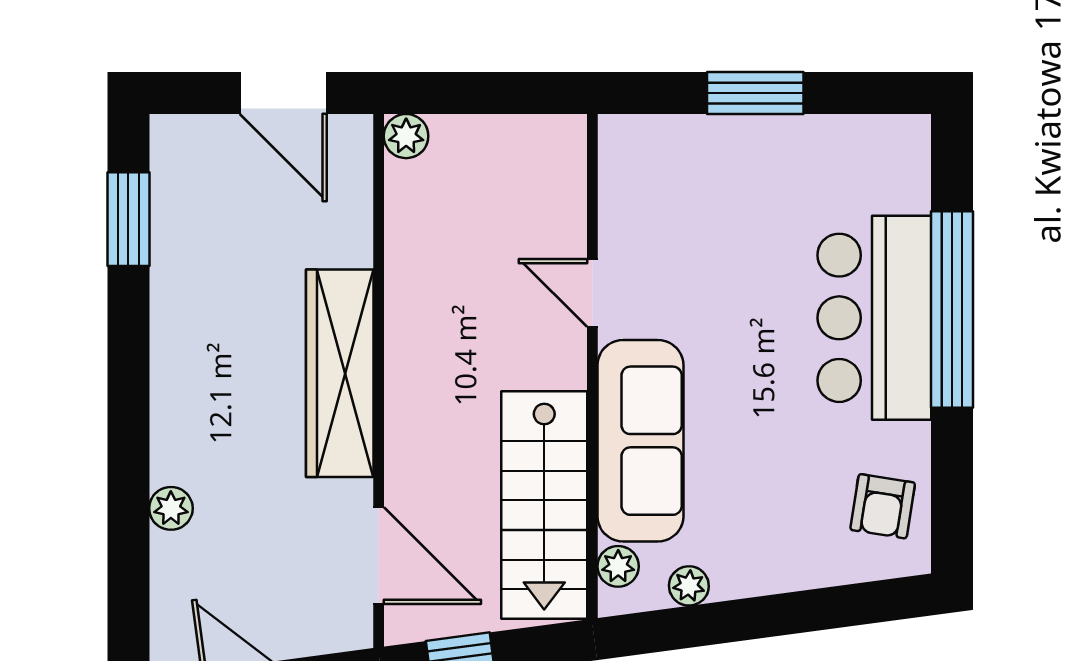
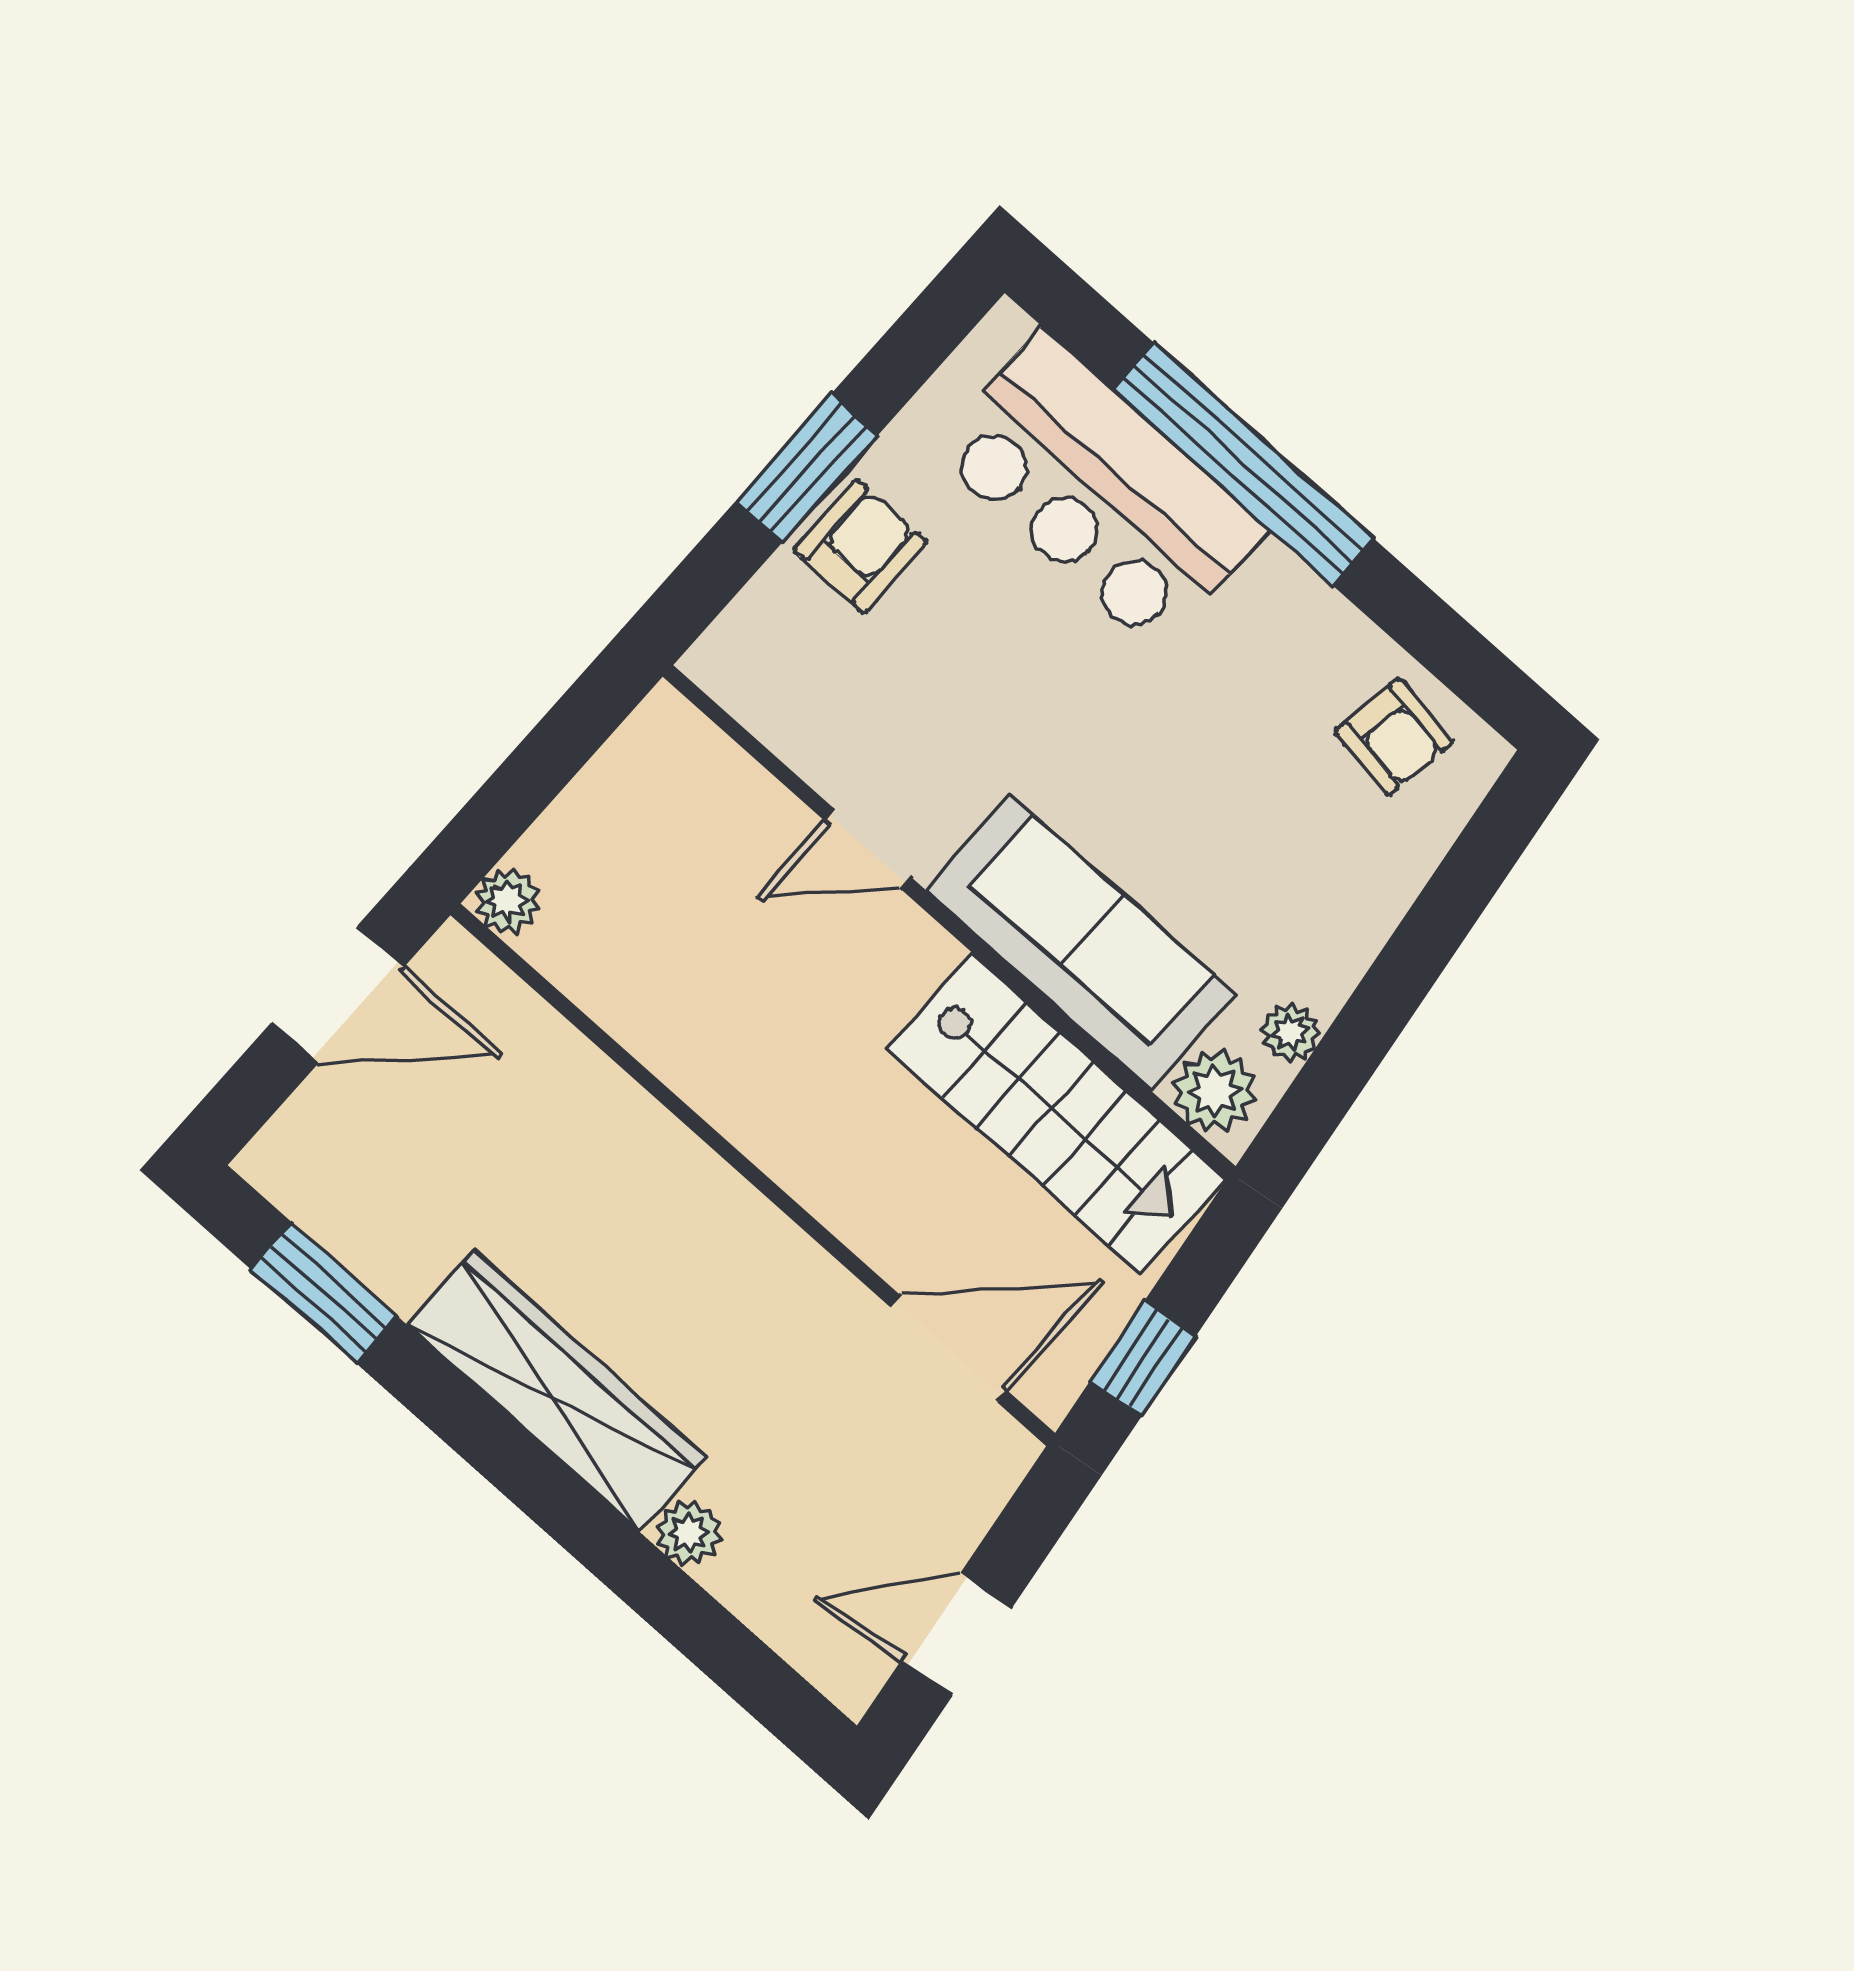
armchair: (740, 154) -> (860, 546), added
bar counter: (874, 318) -> (1099, 491), moved
wardrobe: (340, 373) -> (556, 1391), moved, turned 180
plant: (618, 566) -> (1214, 1091), width x1.38, depth x1.38

